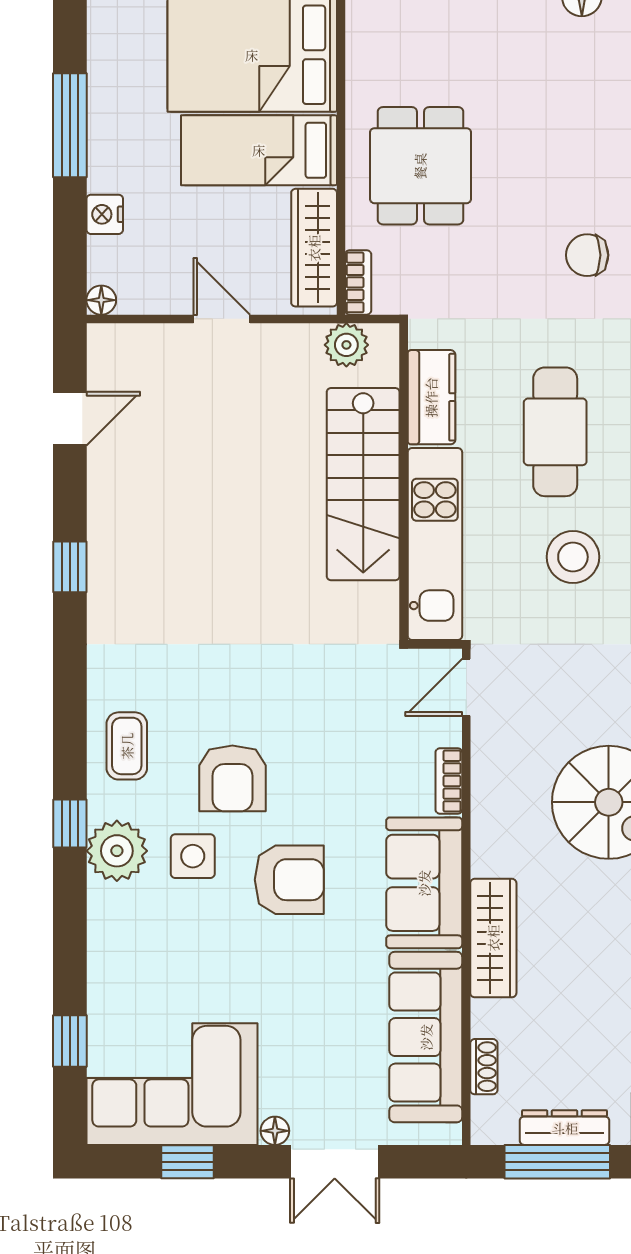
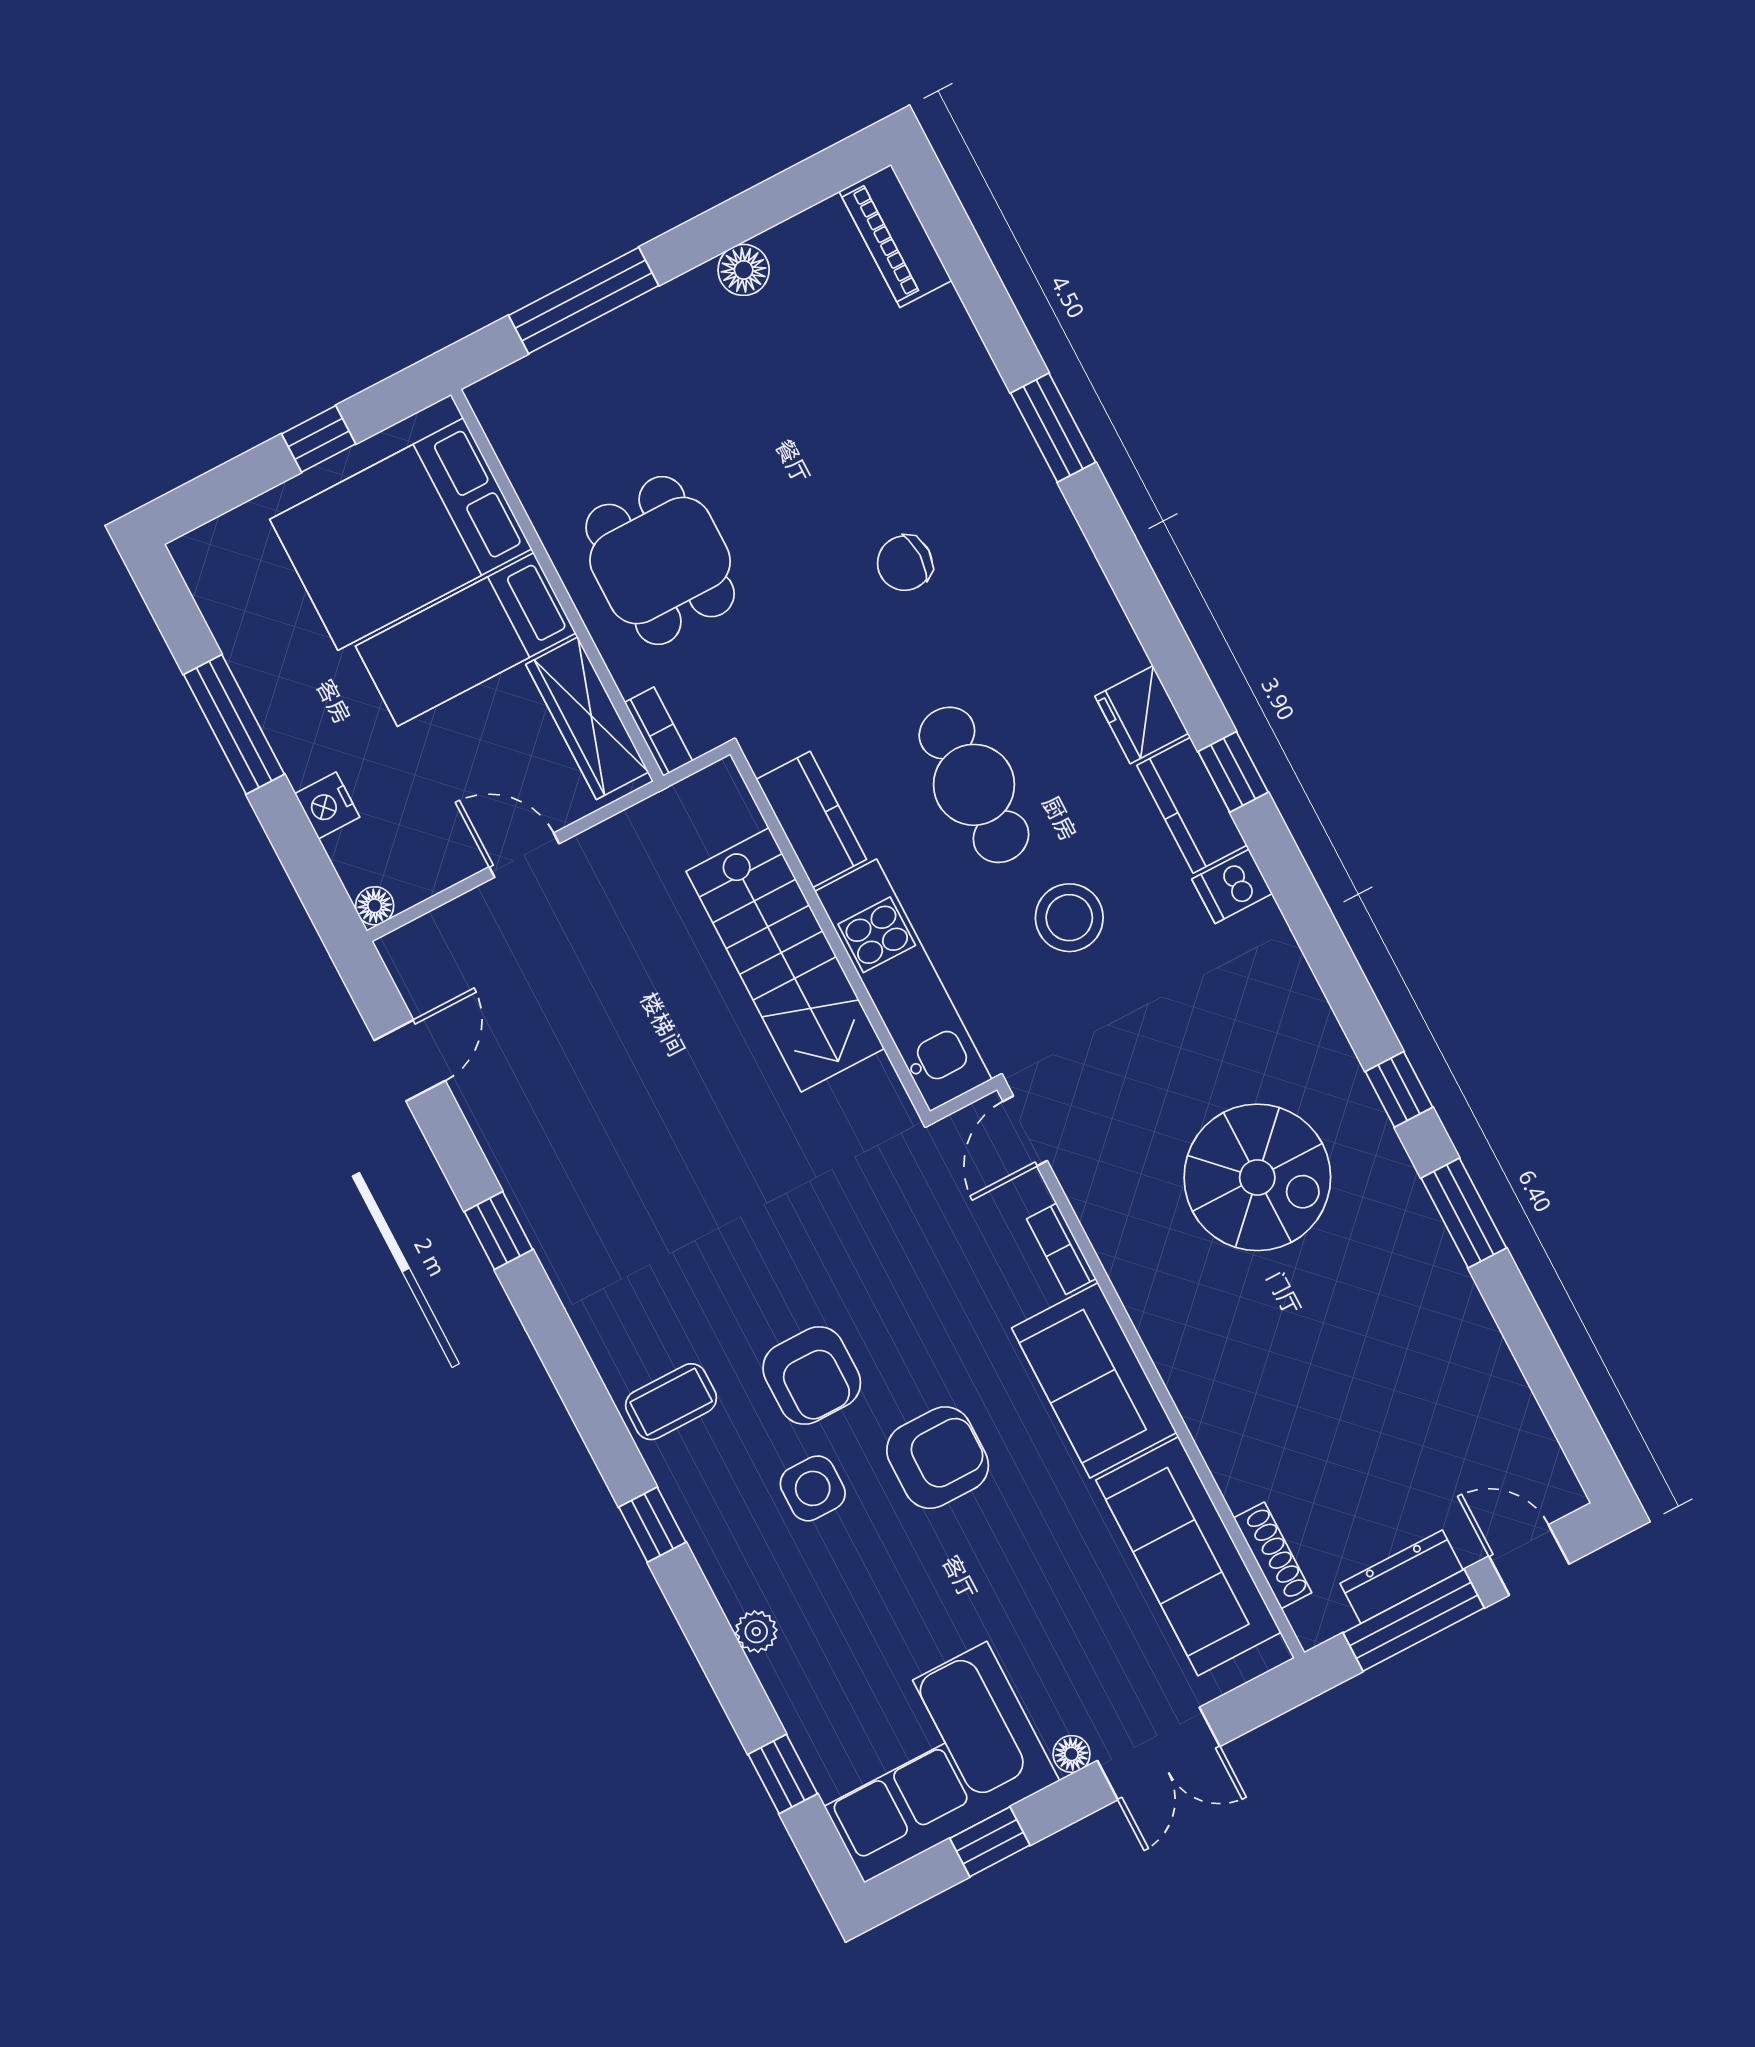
plant: (346, 345) -> (682, 810), removed
coffee table: (127, 746) -> (671, 1402), turned 90
plant: (117, 851) -> (756, 1632), moved, width x0.53, depth x0.53
wardrobe: (493, 938) -> (1206, 1402), removed
shoe rack: (484, 1067) -> (1273, 1555), width x1.43

